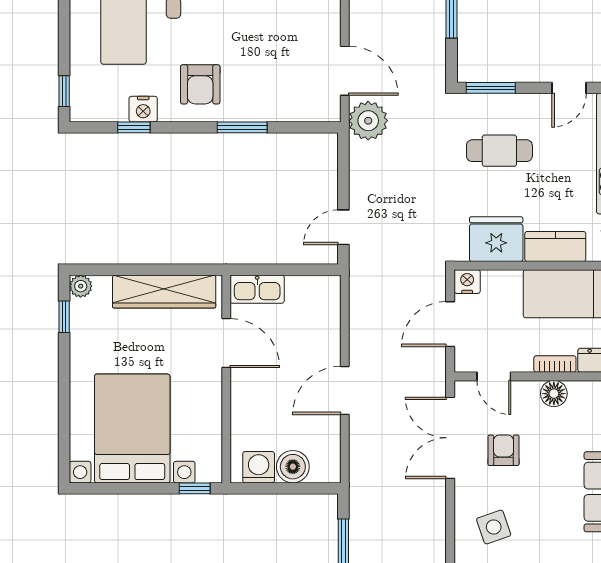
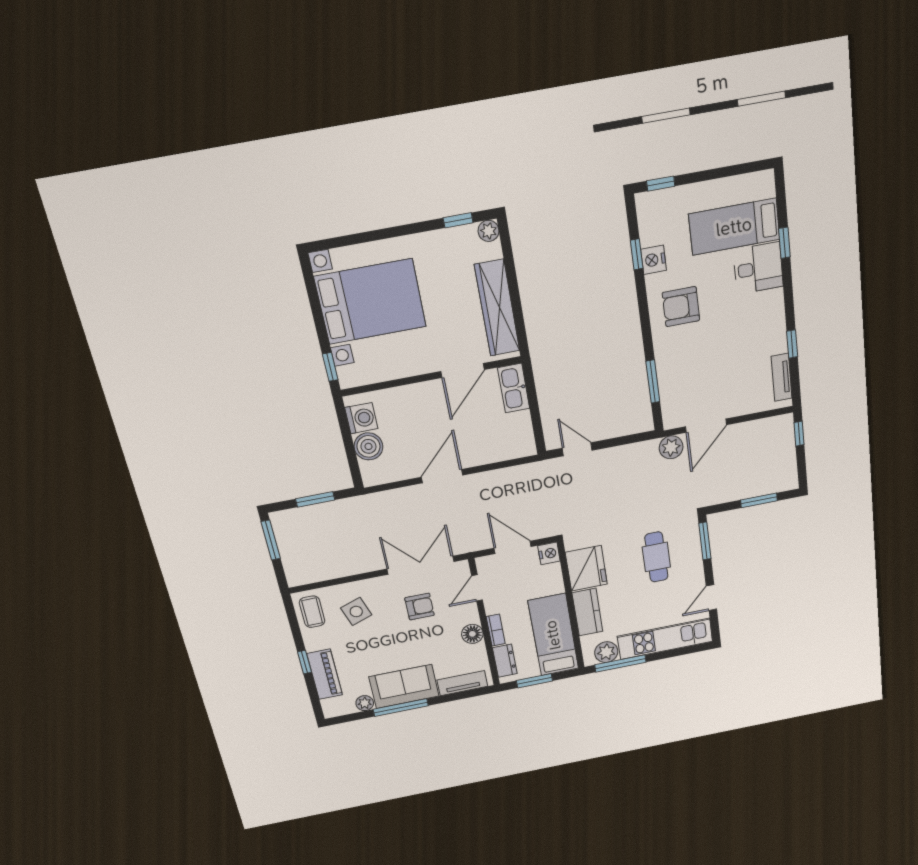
door: (569, 88) -> (711, 598), hinge flipped
plant: (368, 121) -> (671, 447), width x0.73, depth x0.73
window: (242, 127) -> (653, 382), moved
door: (345, 390) -> (442, 476), hinge flipped

